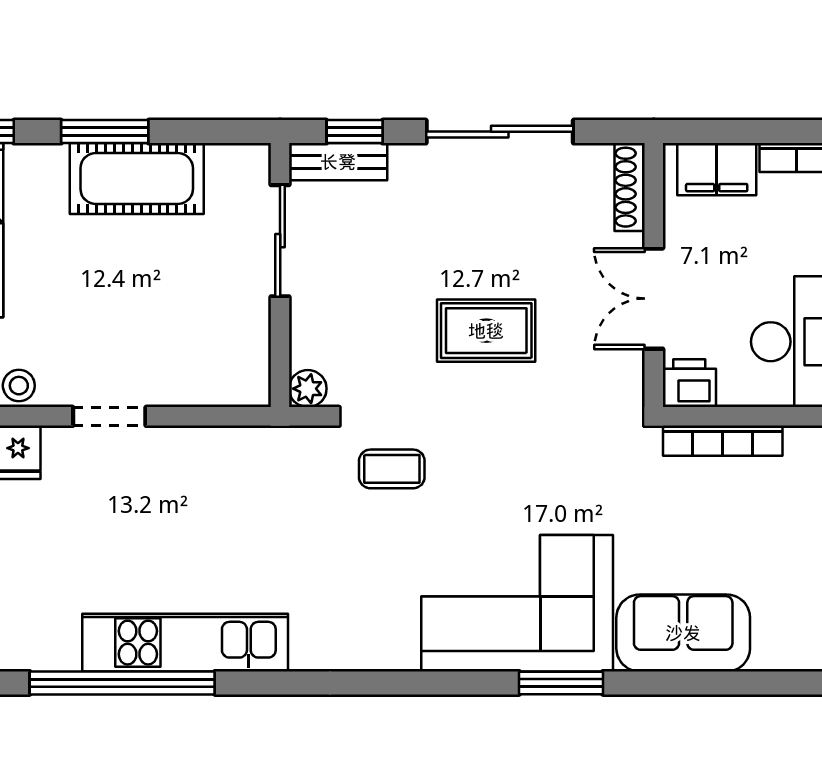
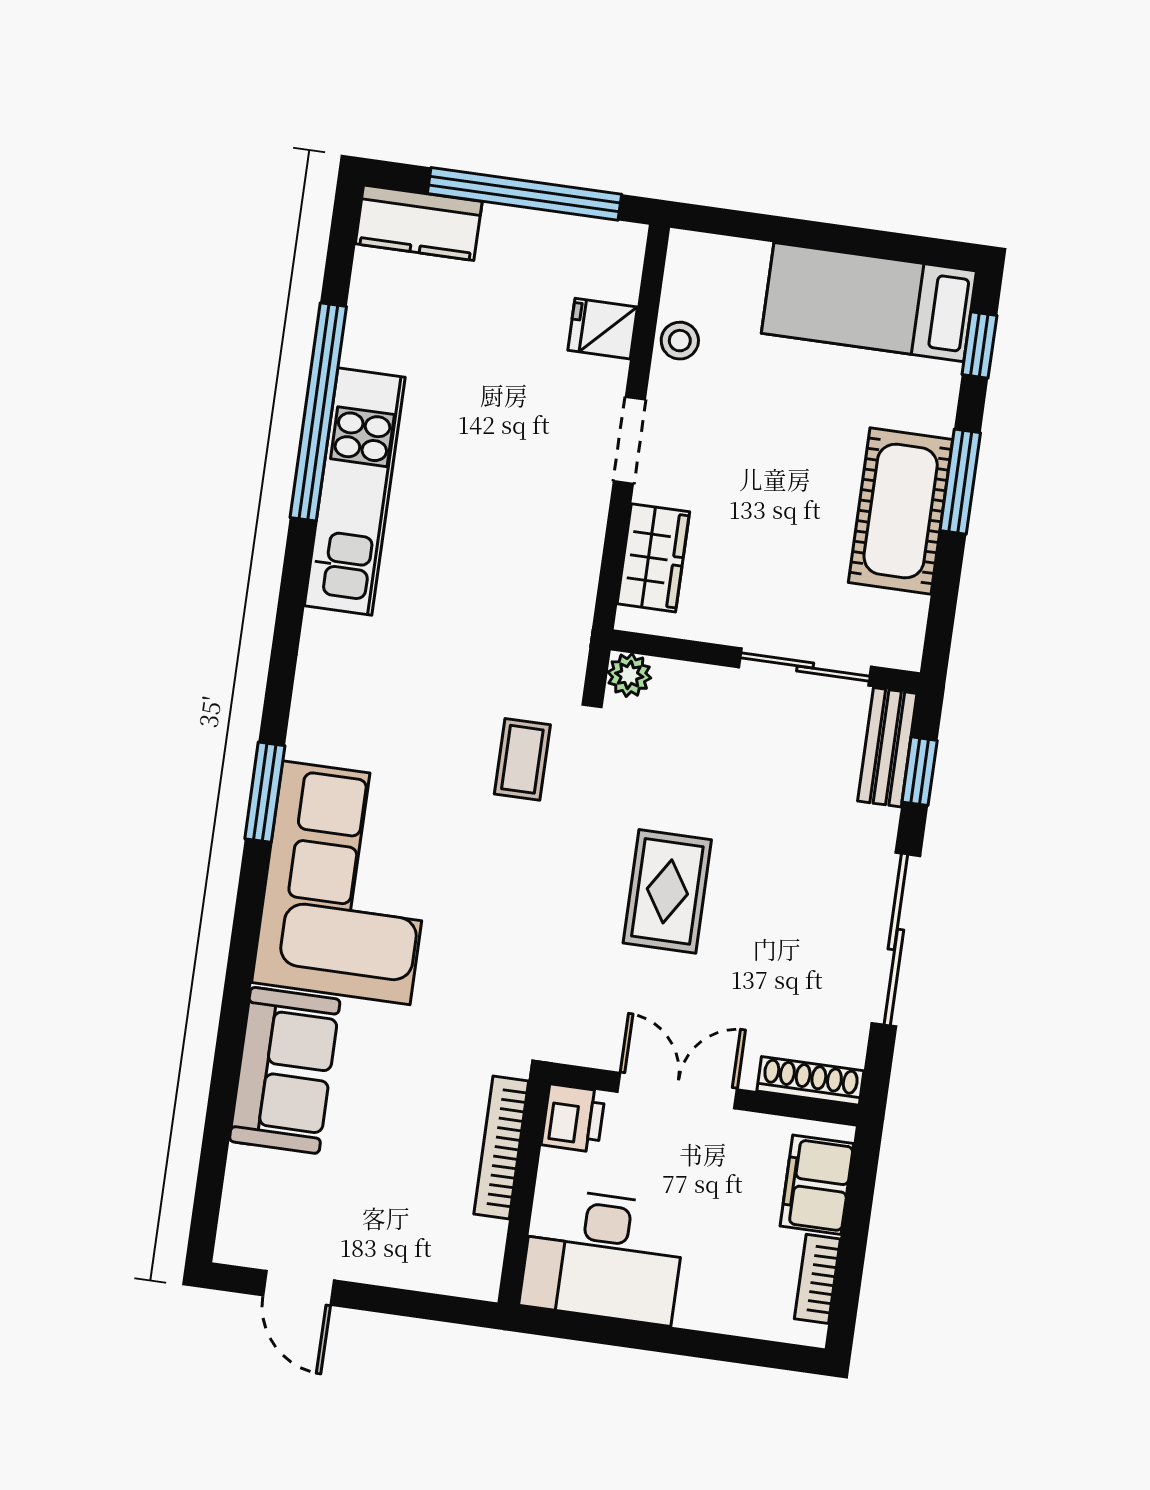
wardrobe: (206, 382) -> (653, 558), added
window: (561, 683) -> (265, 792), moved

